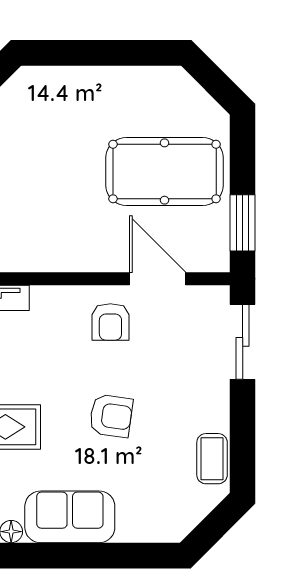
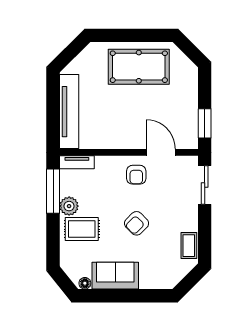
pool table: (165, 172) -> (139, 67), moved
armchair: (111, 416) -> (137, 223), turned 127

